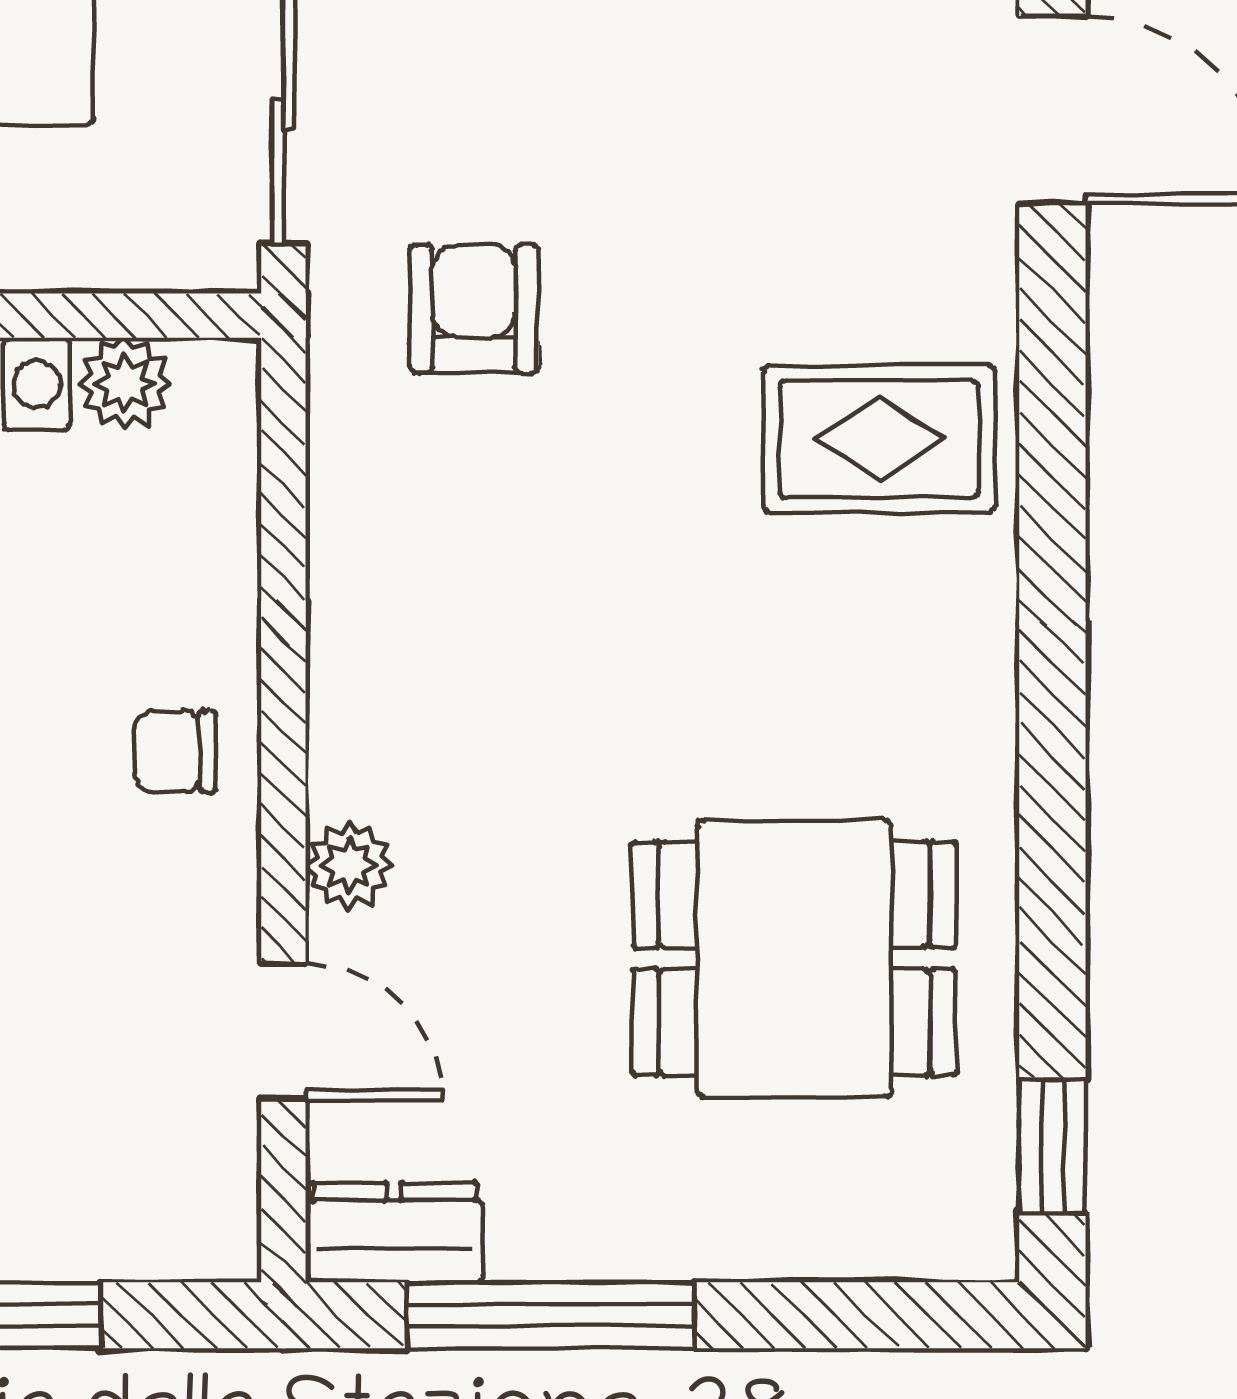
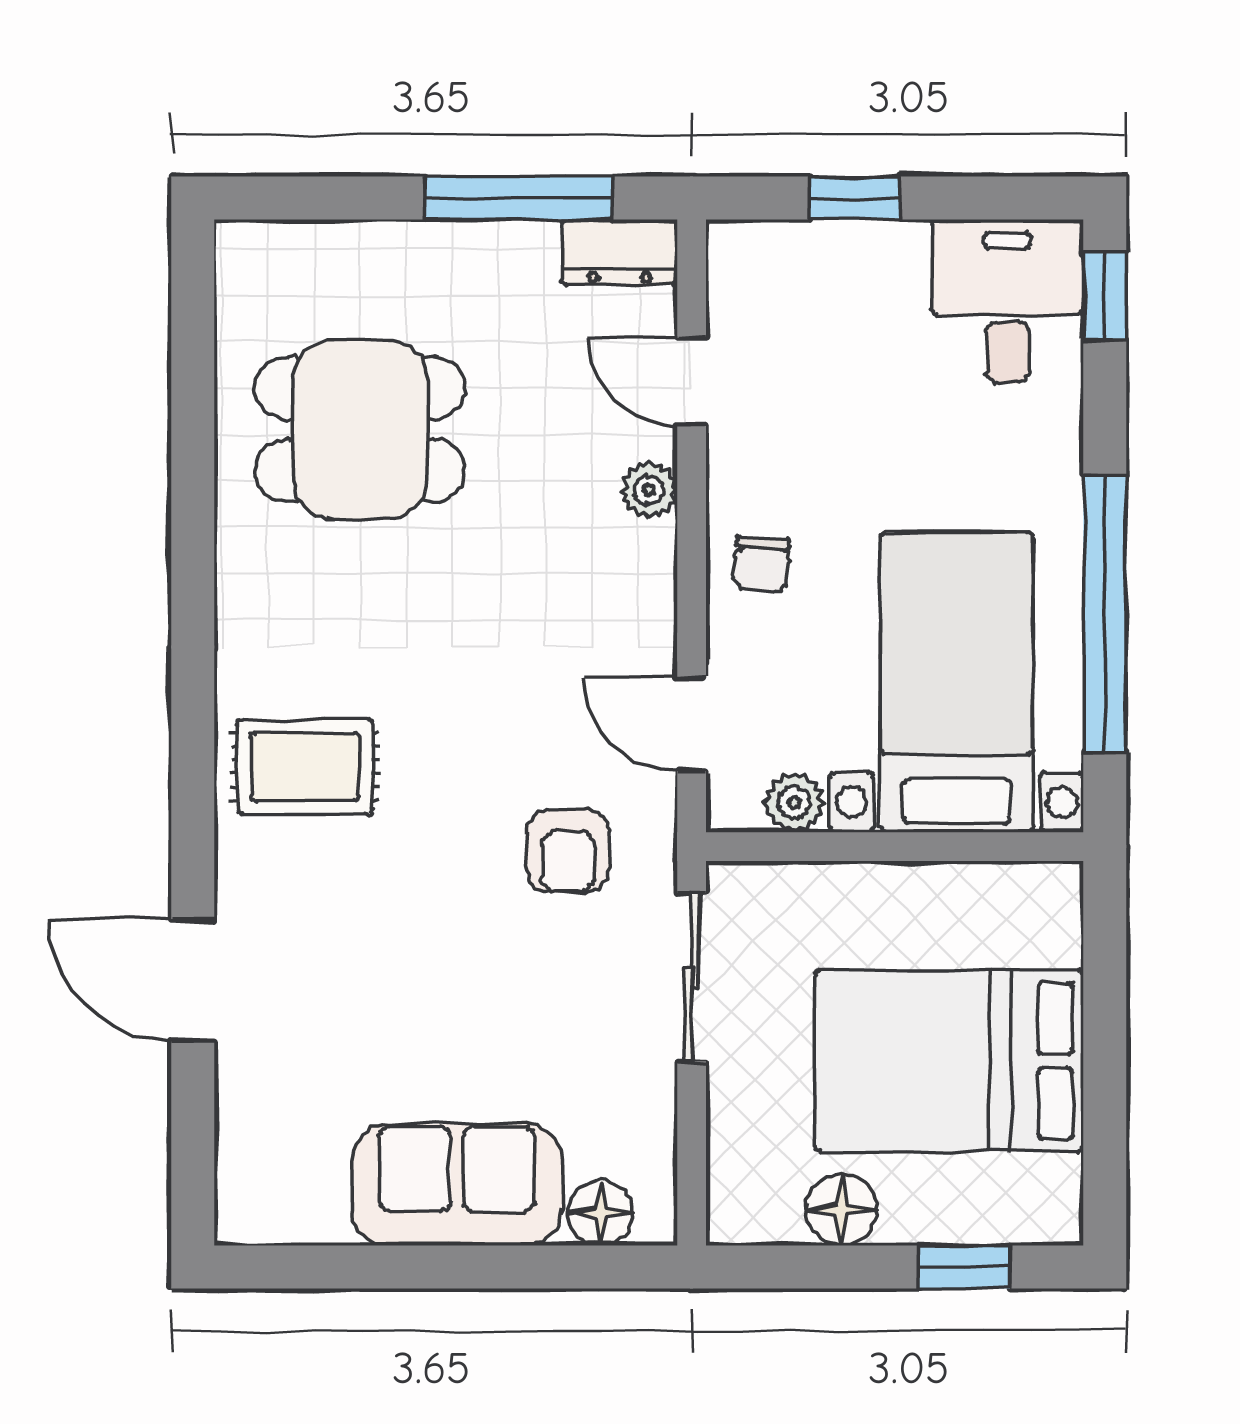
door: (283, 504) -> (692, 724), added
chair: (175, 751) -> (762, 564), turned 94
window: (1052, 1146) -> (193, 308), removed

